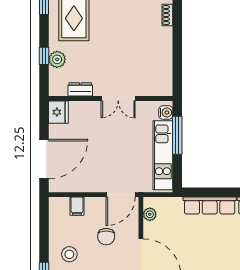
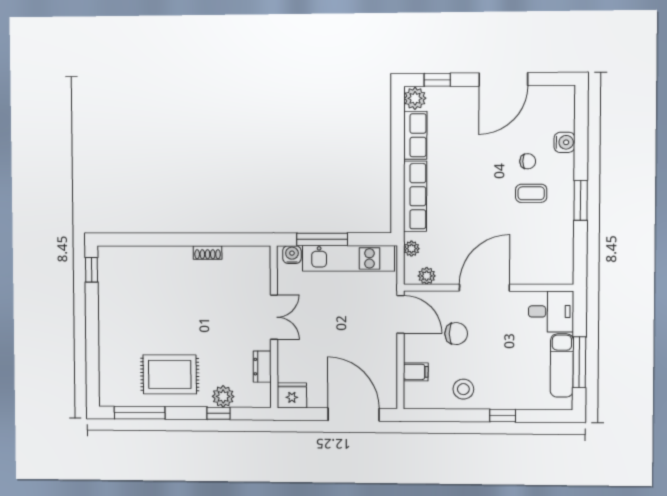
shoe rack: (167, 15) -> (208, 252), moved
plant: (170, 203) -> (411, 249), added
stool: (69, 254) -> (463, 389), moved

